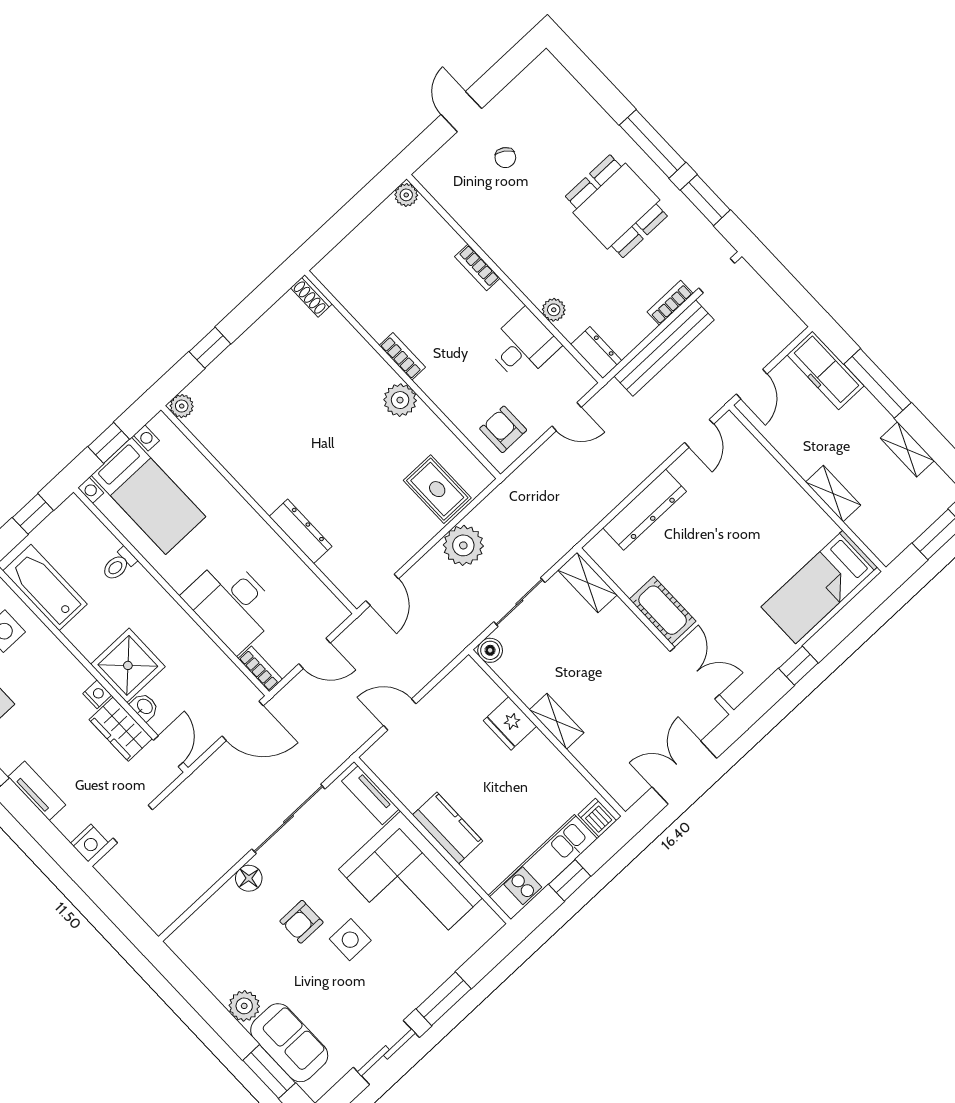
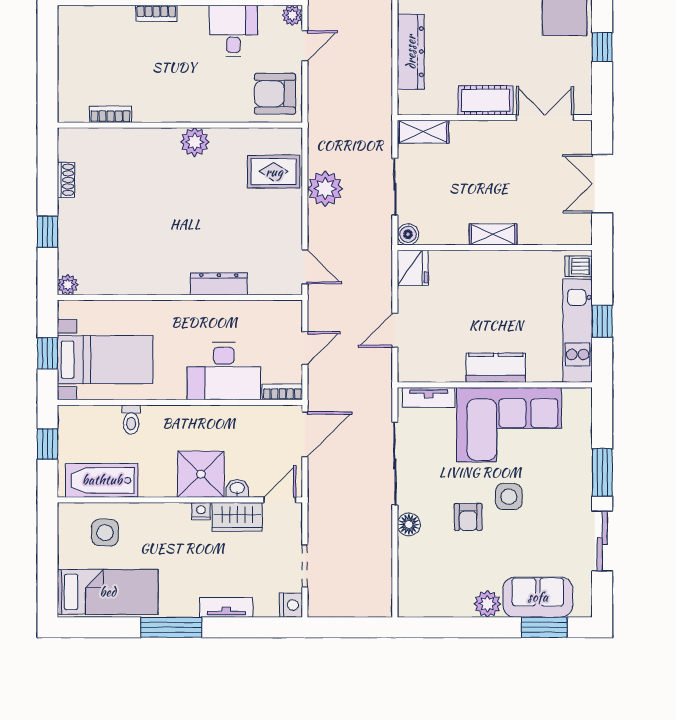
plant: (406, 195) -> (292, 15), moved
shoe rack: (311, 296) -> (66, 180), moved, turned -90
bookcase: (402, 356) -> (111, 114), moved
armchair: (503, 429) -> (275, 94), width x1.38, depth x1.38
fridge: (510, 723) -> (413, 268), moved, turned -90
door: (168, 751) -> (280, 500), hinge flipped

